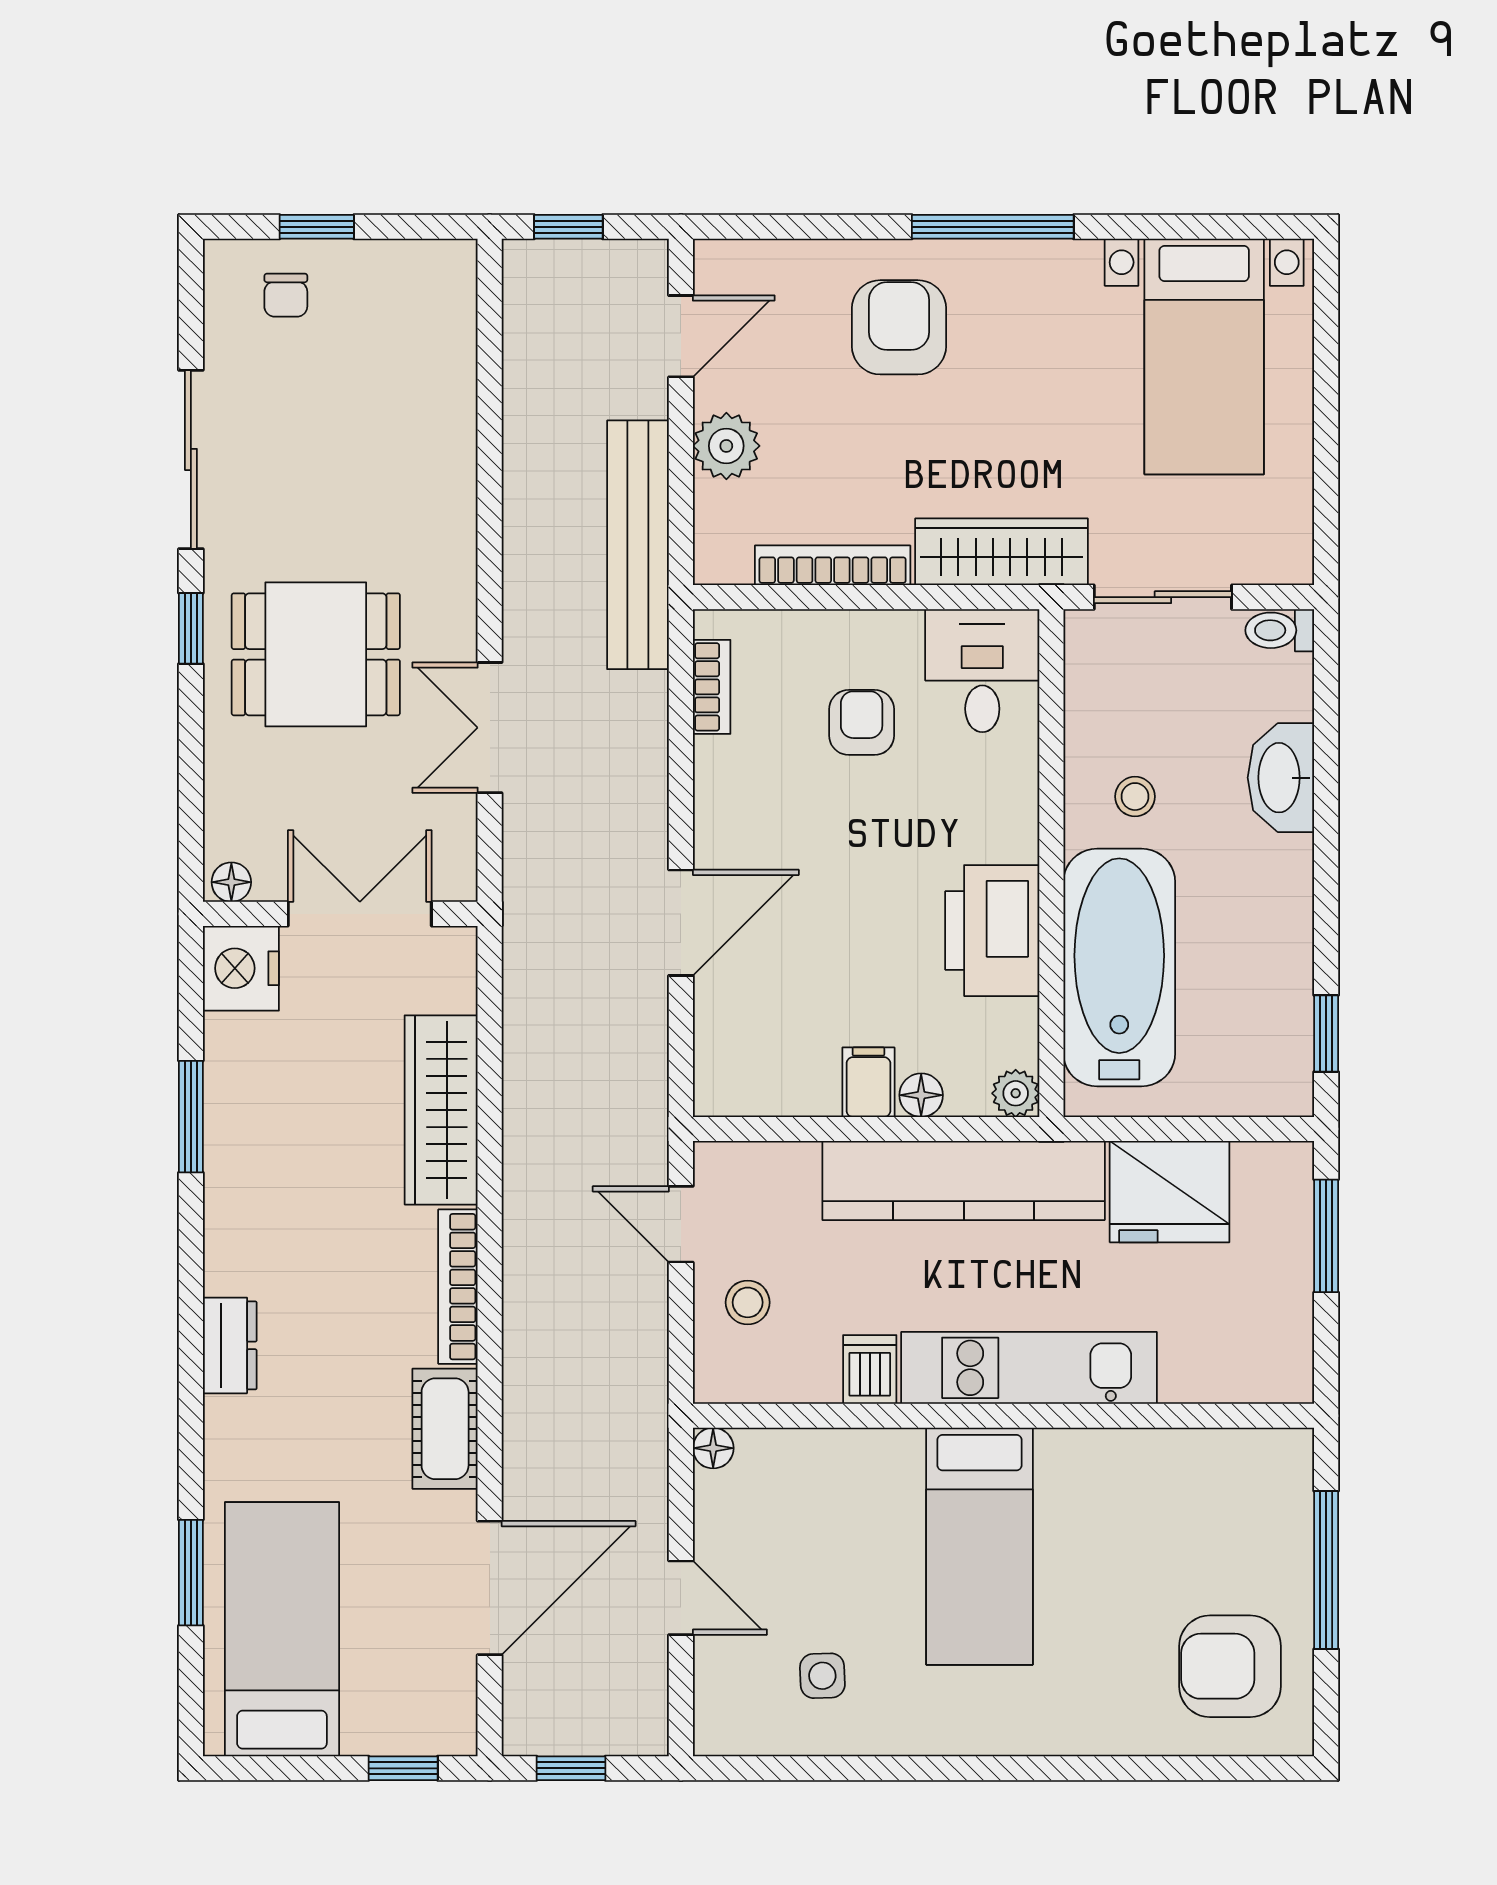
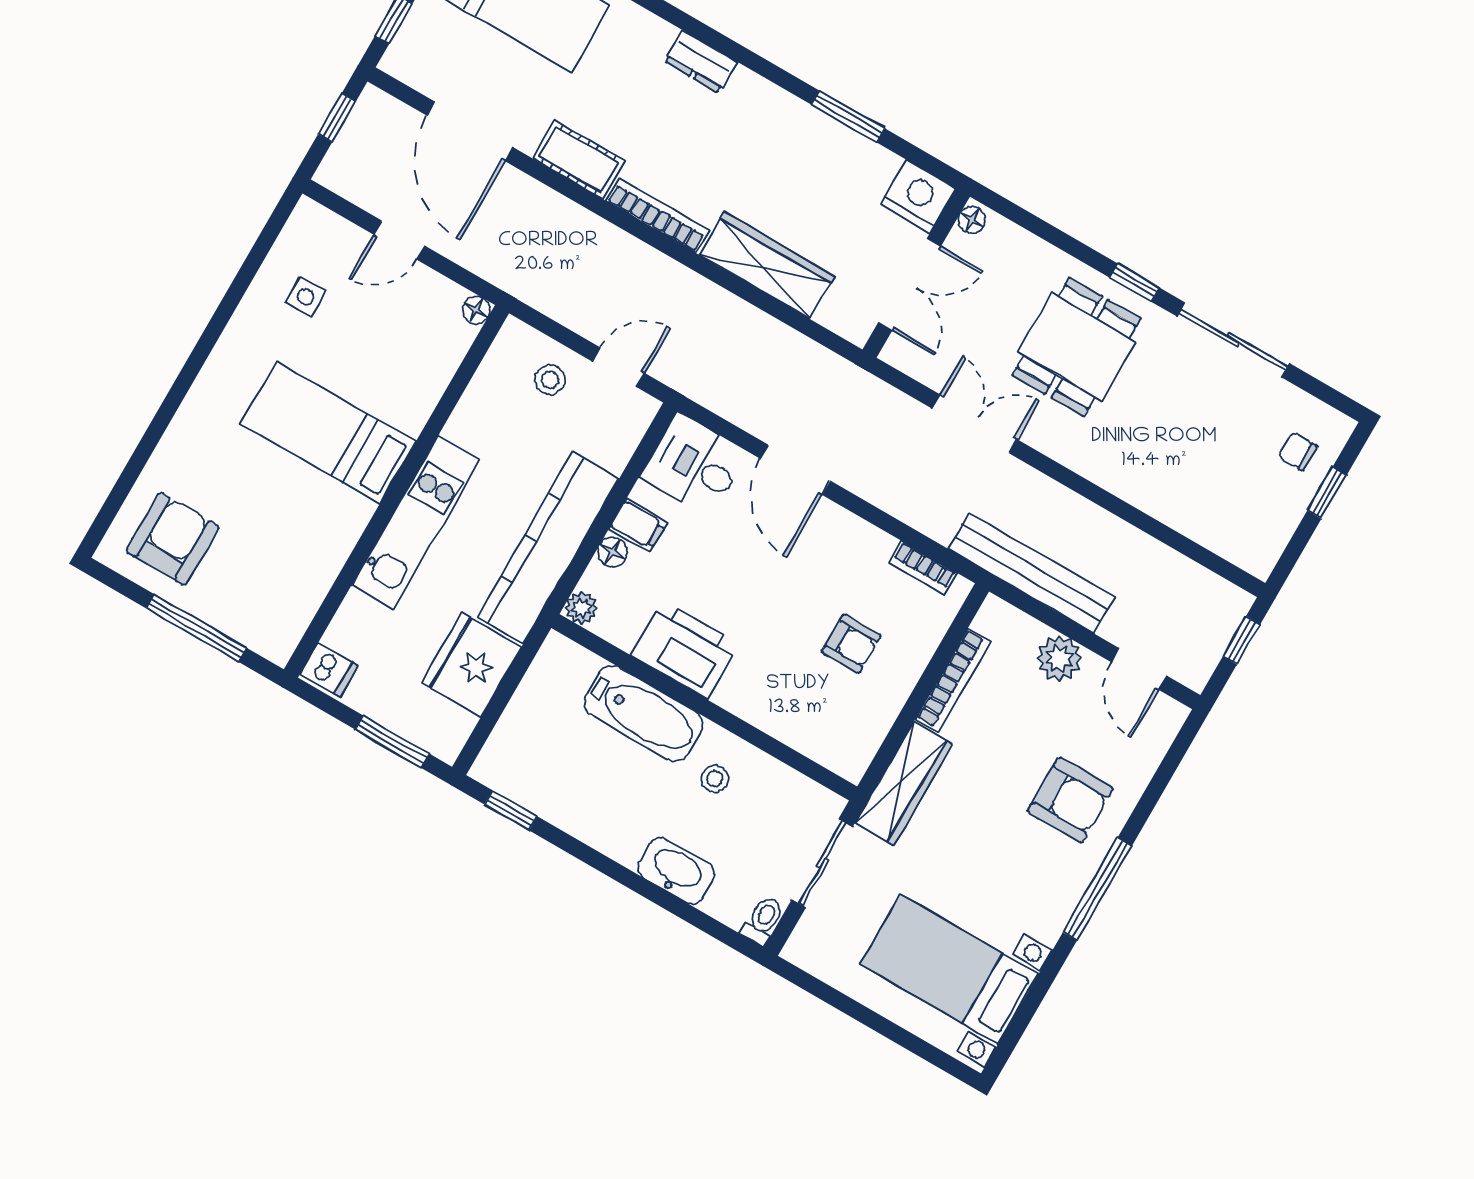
desk: (982, 671) -> (694, 465), moved, turned 180
bathtub: (1119, 968) -> (644, 714), width x0.73, depth x0.73
dishwasher: (870, 1369) -> (329, 670), moved

